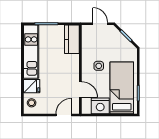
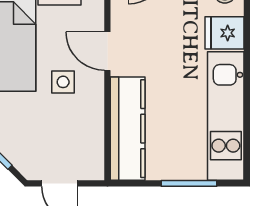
kitchen counter: (72, 39) -> (128, 129), width x1.50
door: (80, 90) -> (107, 51), moved

